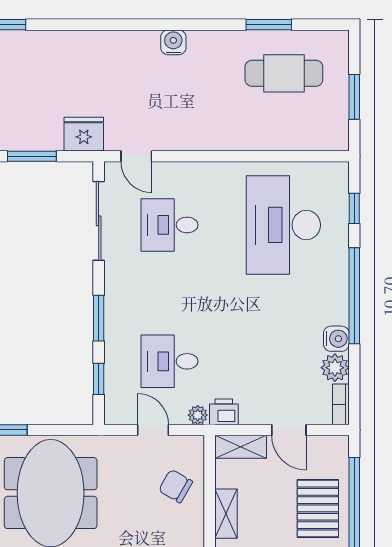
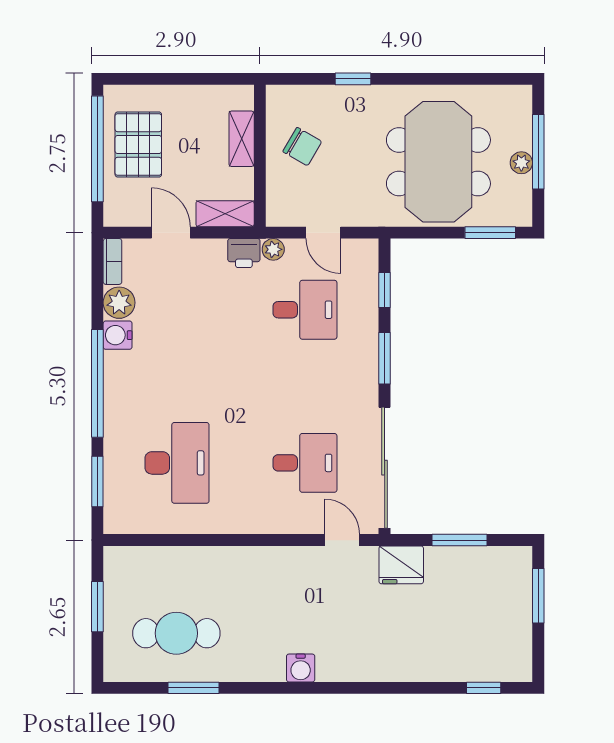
window: (354, 208) -> (97, 481), width x1.50
sliding door: (99, 221) -> (385, 468), width x1.36
desk: (283, 225) -> (177, 463), width x0.73, depth x0.77
chair: (176, 486) -> (302, 147), moved

